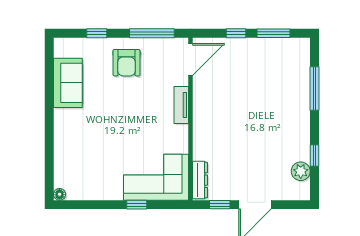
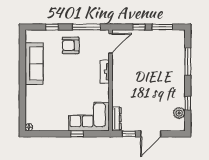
armchair: (127, 63) -> (71, 45), turned 90
sofa: (68, 83) -> (34, 64), width x1.36

